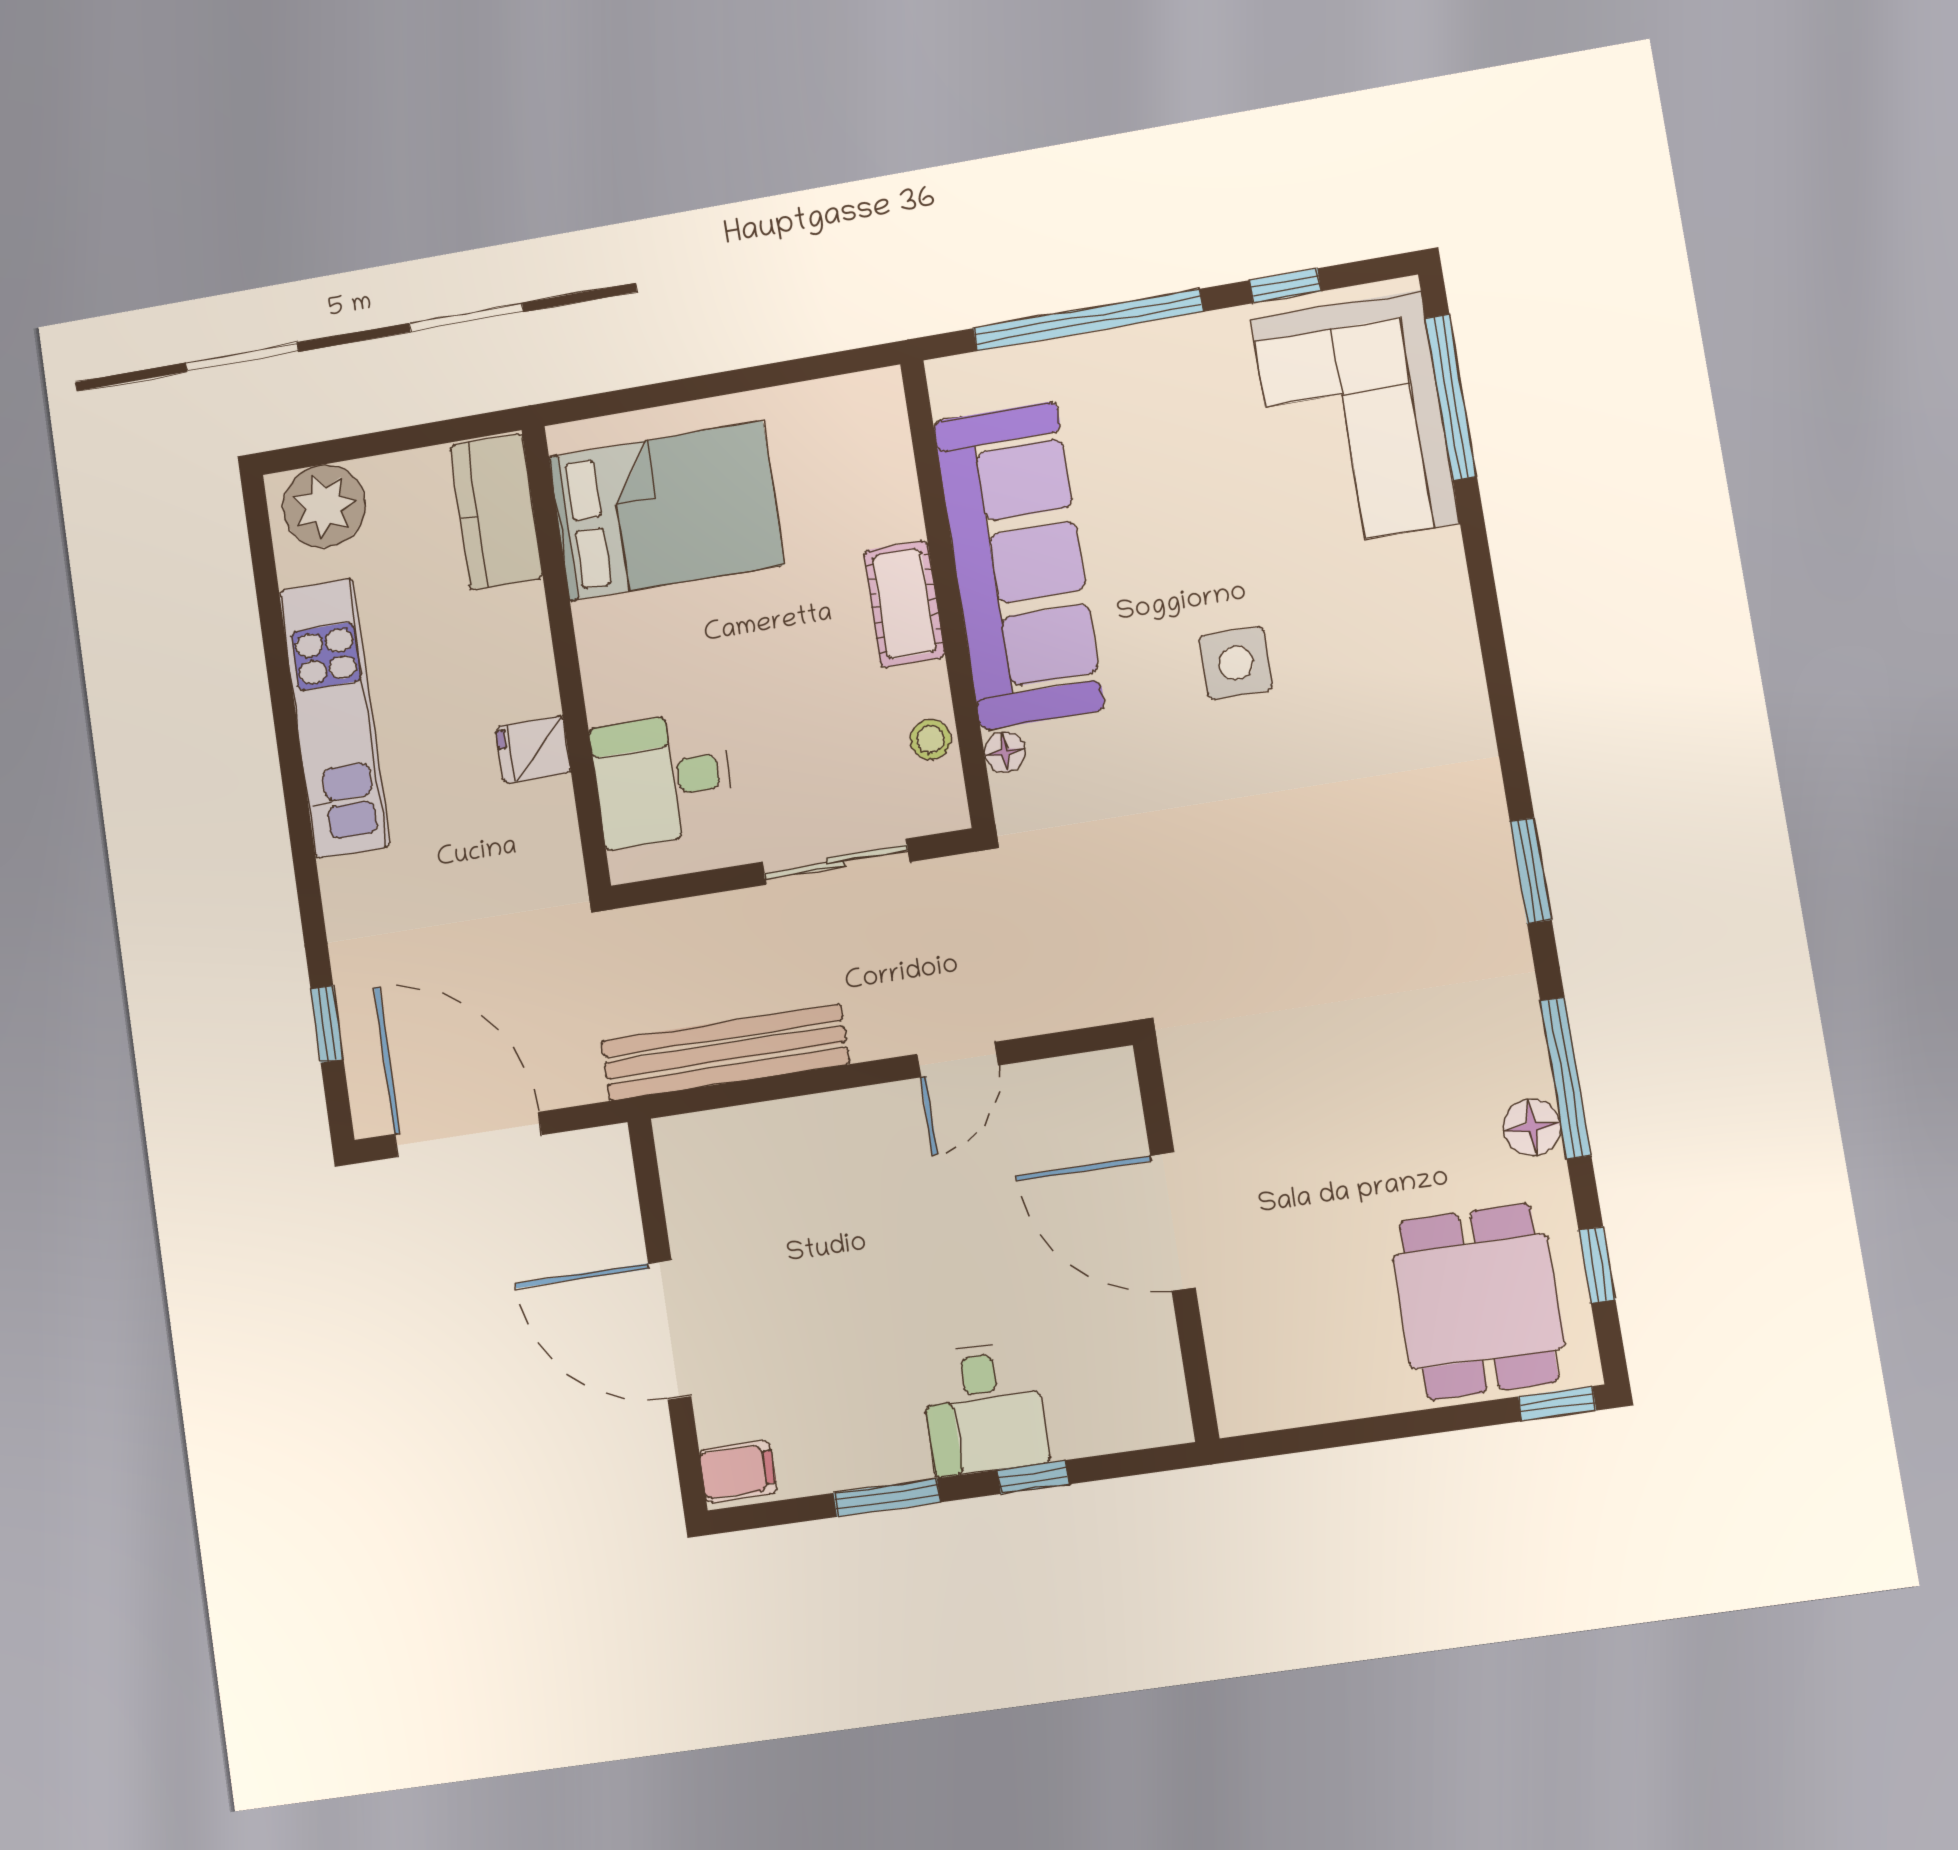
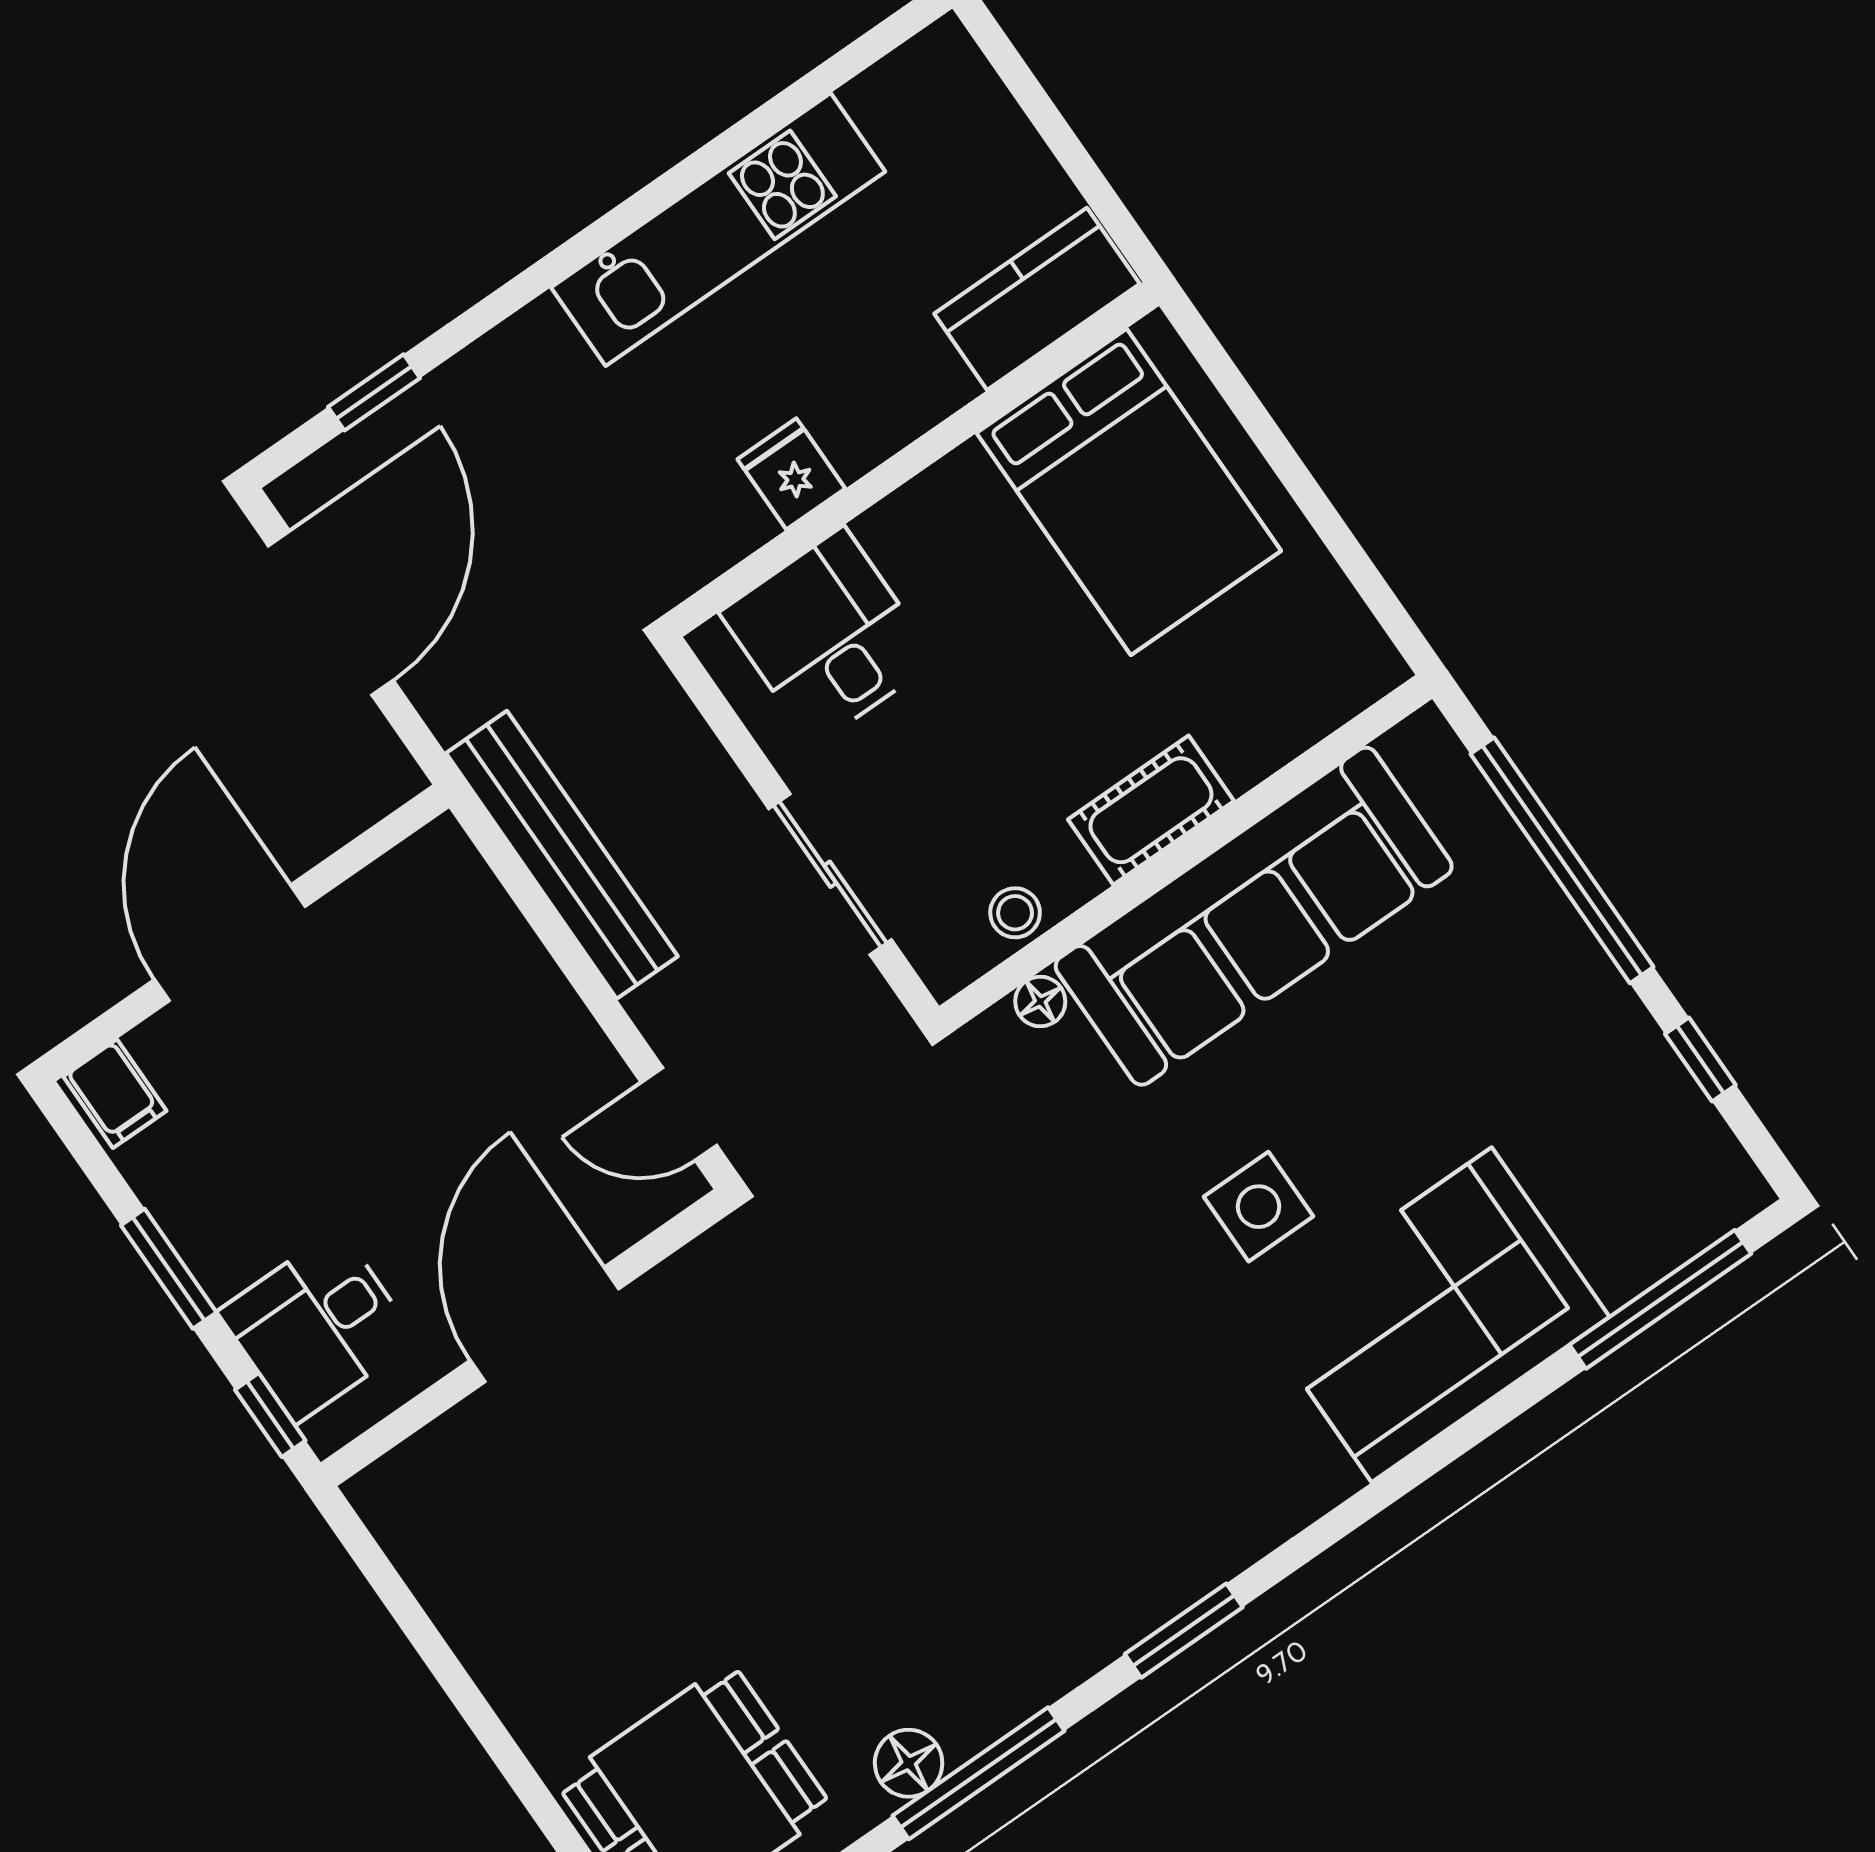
corner sofa: (1355, 421) -> (1432, 1315), moved
plant: (324, 506) -> (950, 97), removed
door: (1173, 1222) -> (544, 1325), moved
wall: (1176, 1241) -> (526, 1338), moved

